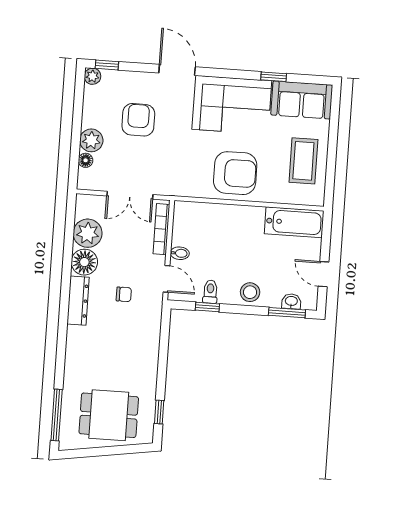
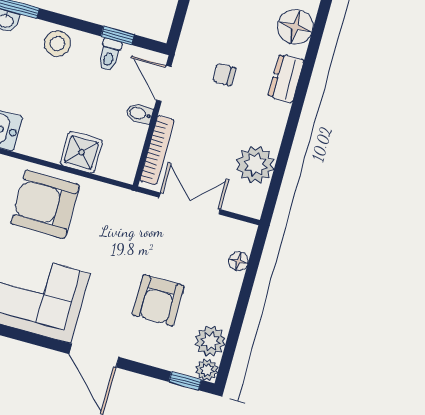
plant: (91, 140) -> (210, 341), moved
shower: (216, 216) -> (81, 152), added
floor lamp: (84, 262) -> (295, 27), moved
dresser: (78, 301) -> (286, 78), width x0.70

